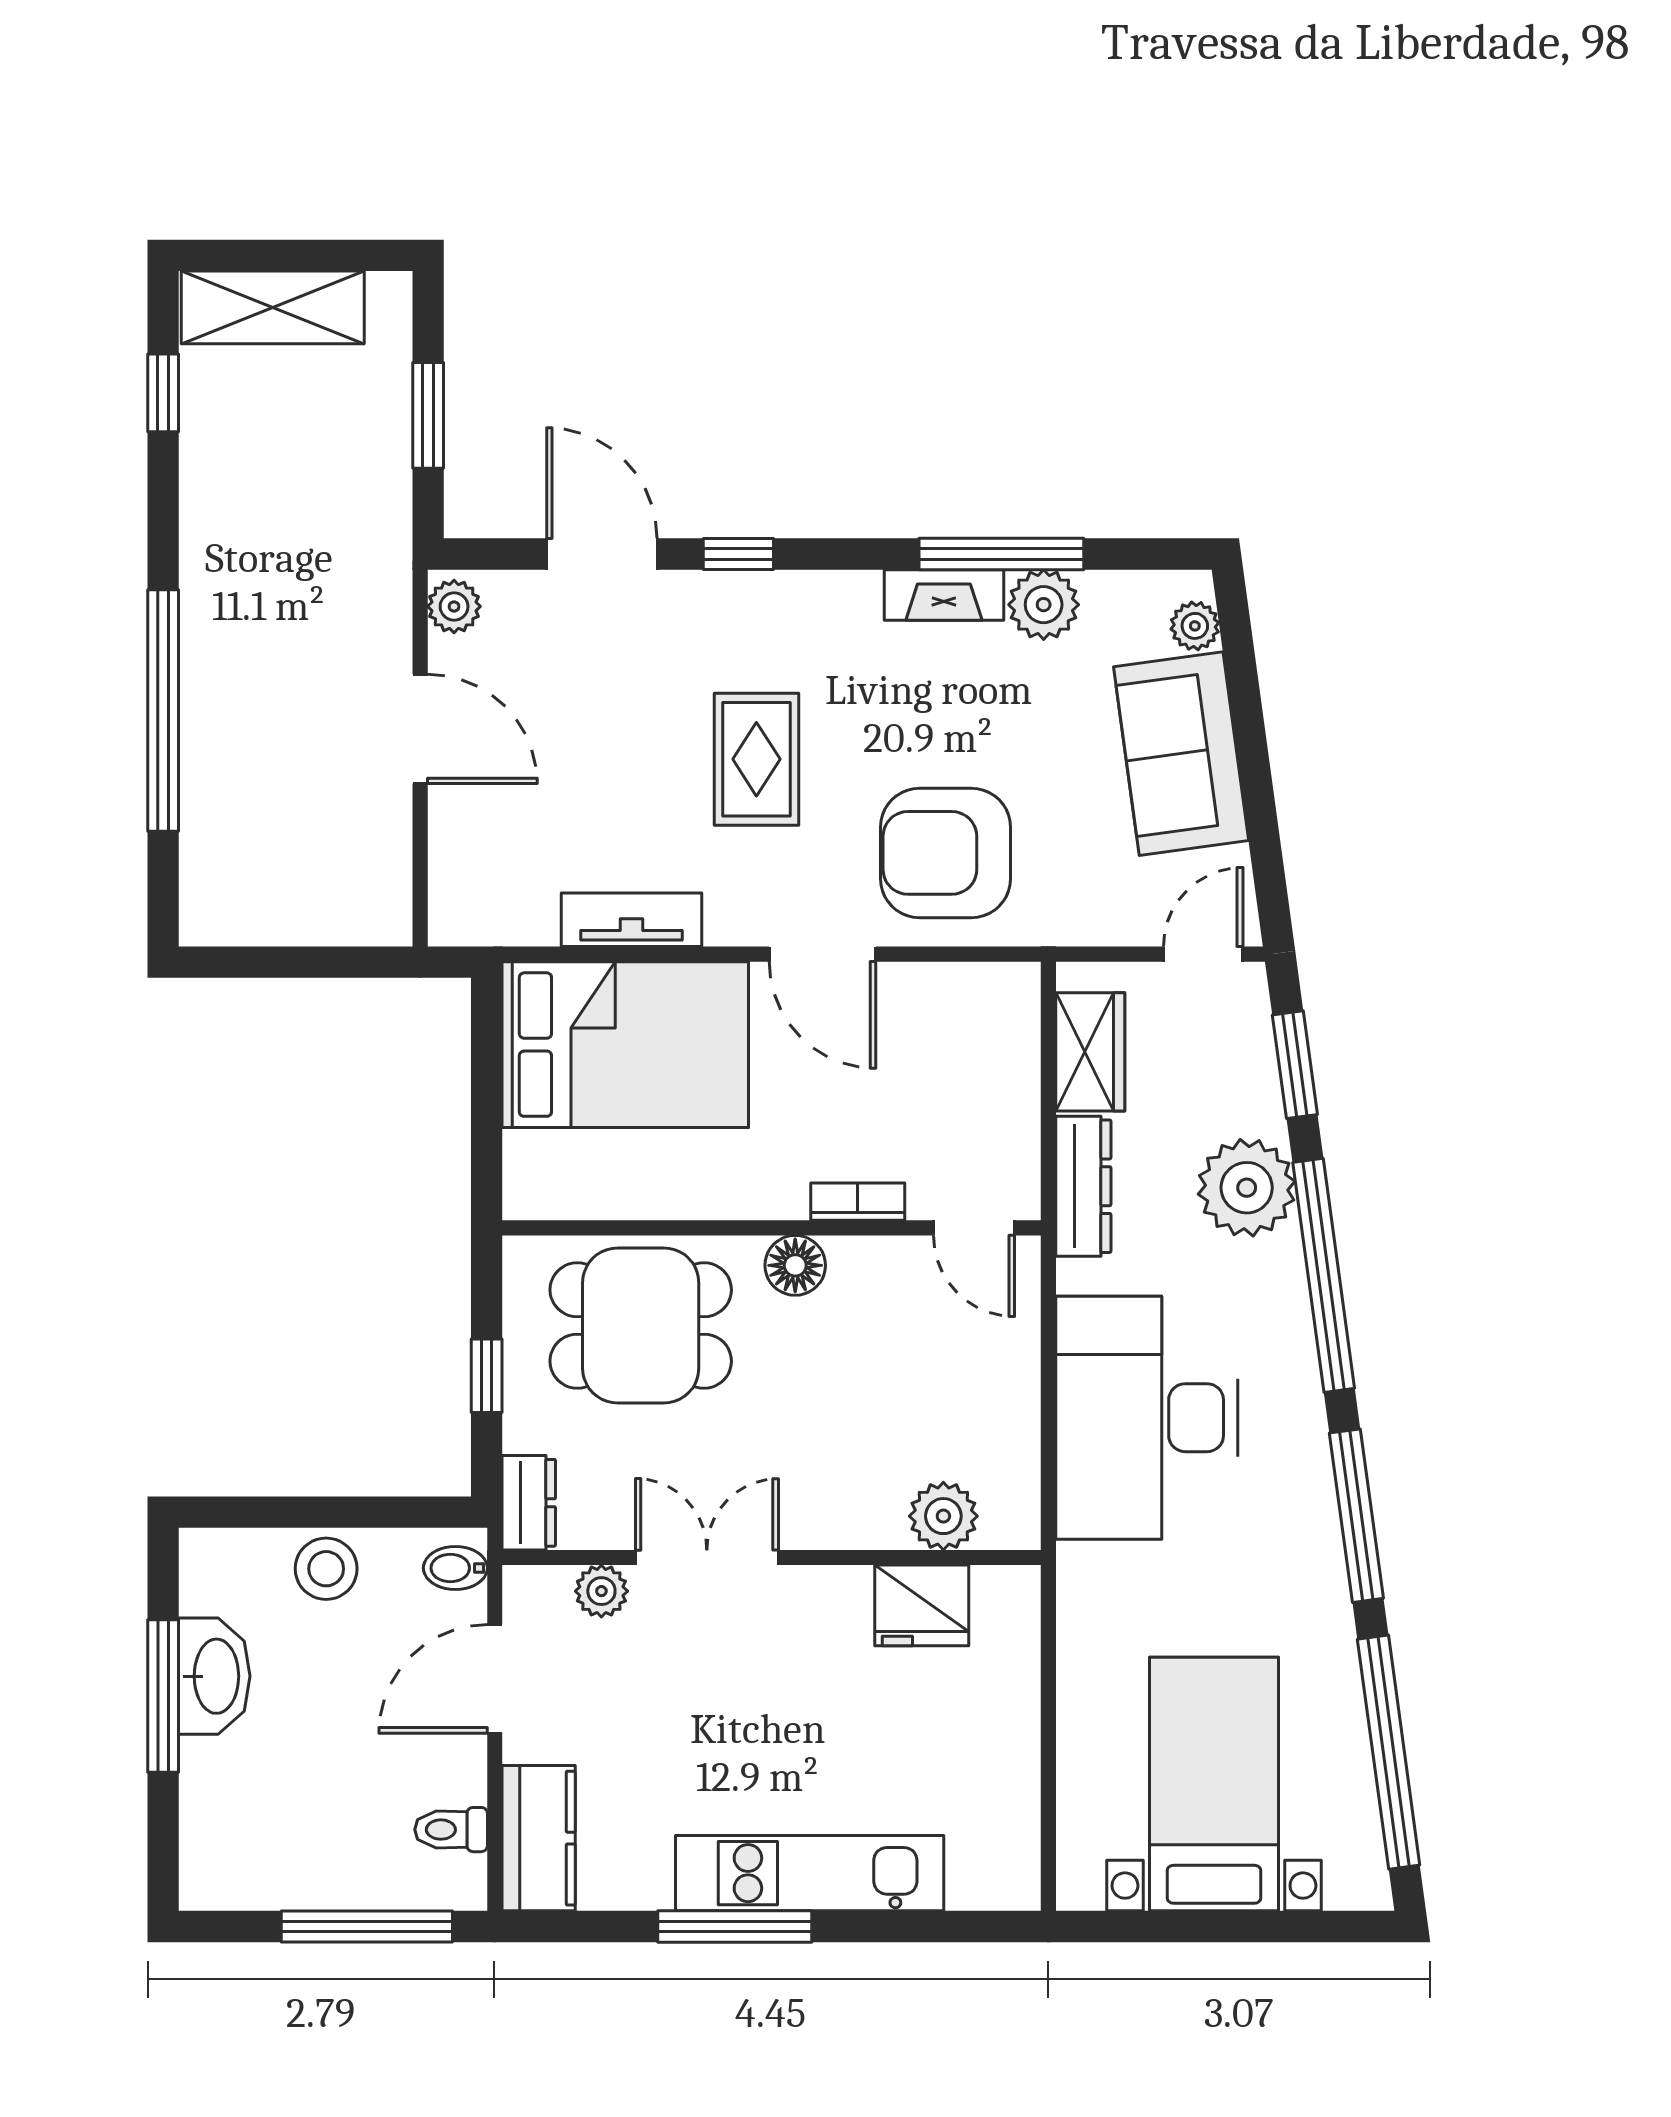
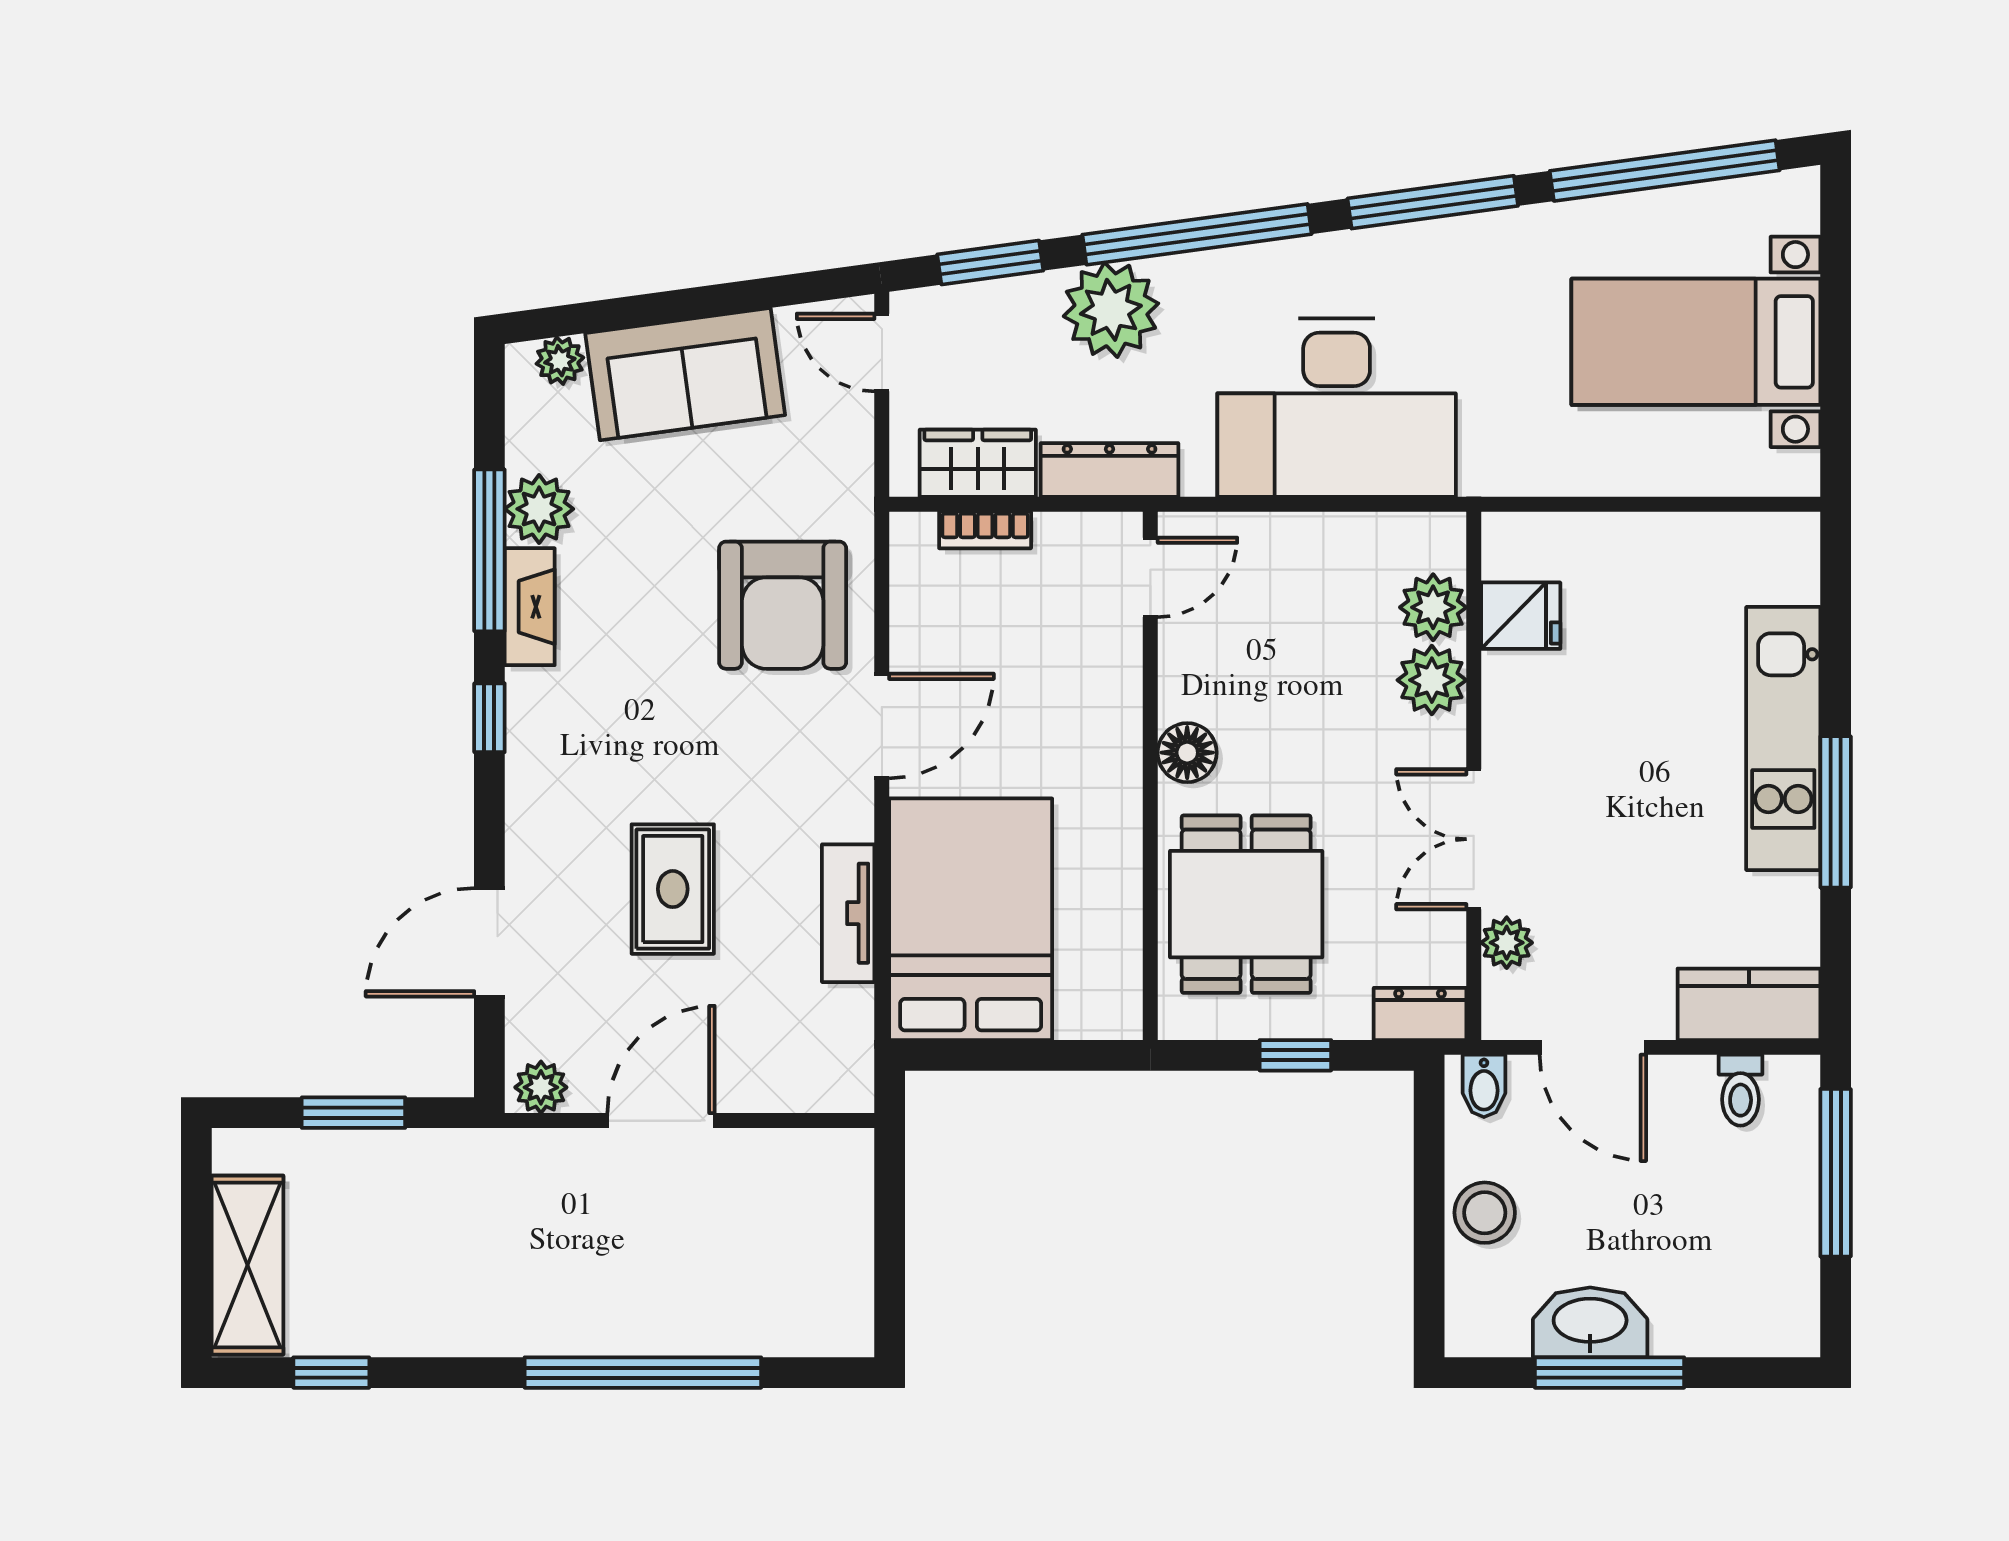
window: (738, 554) -> (489, 718), moved
rug: (756, 759) -> (673, 889), moved, turned 90
bookcase: (858, 1202) -> (985, 530), moved, turned -90
plant: (869, 1515) -> (1432, 680), added
fridge: (922, 1605) -> (1521, 616), width x0.72

